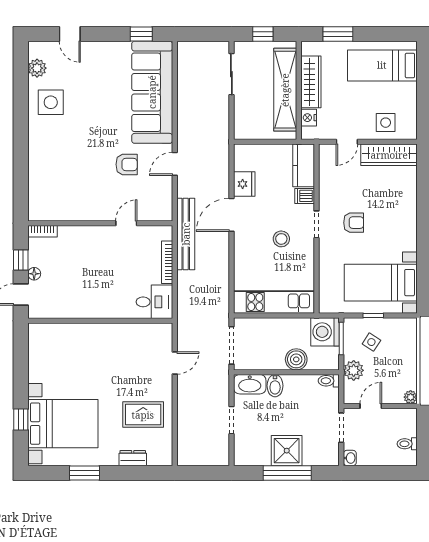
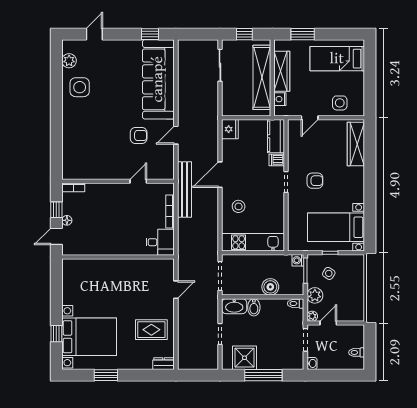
door: (70, 34) -> (94, 34), swing flipped
wardrobe: (389, 155) -> (356, 144), moved, turned 90
fridge: (244, 184) -> (230, 129), moved
stool: (281, 239) -> (239, 206), moved
washing machine: (325, 332) -> (298, 260), width x0.53, depth x0.53
plant: (411, 397) -> (312, 316), moved
shower: (287, 451) -> (245, 358), moved
dresser: (133, 458) -> (164, 364), moved

